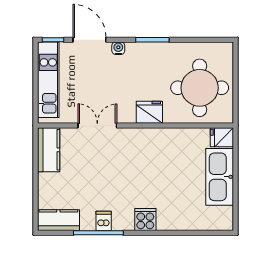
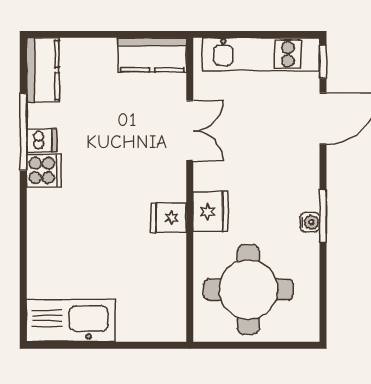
water cooler: (118, 48) -> (310, 222), moved
fridge: (222, 137) -> (169, 218), moved, turned -90
kitchen sink: (220, 177) -> (71, 321), moved
cooker: (145, 220) -> (44, 170), moved

